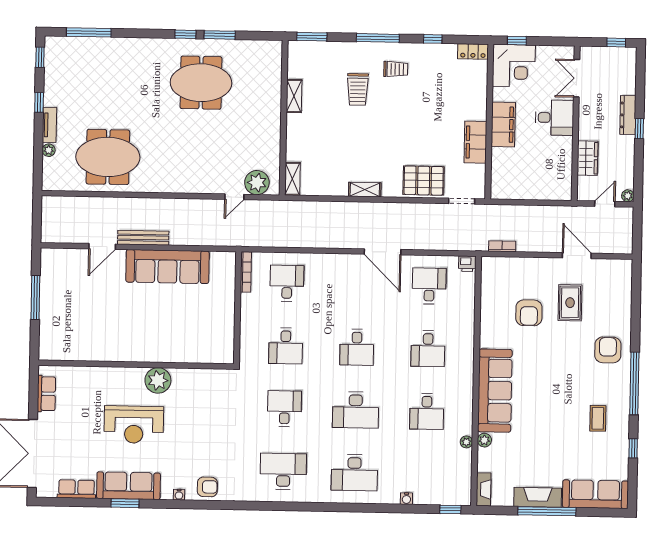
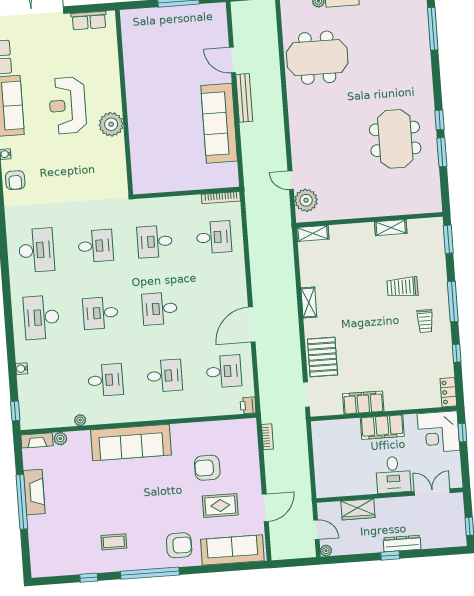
meeting table: (108, 157) -> (317, 58), turned 90
desk: (428, 349) -> (165, 376), turned 180
desk: (356, 410) -> (101, 313), width x0.73
desk: (427, 411) -> (105, 380), turned 180
plant: (484, 440) -> (60, 439), moved
sofa: (595, 494) -> (232, 550), moved, turned -90

